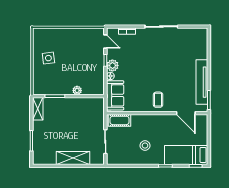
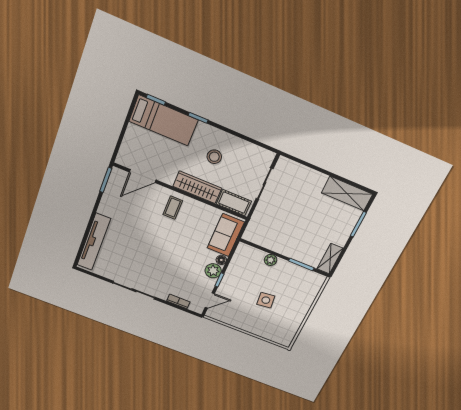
door: (105, 42) -> (210, 300), swing flipped
side table: (48, 58) -> (266, 300), moved
tv unit: (202, 82) -> (94, 242), moved
door: (186, 113) -> (143, 176), swing flipped
wardrobe: (148, 121) -> (197, 187), added
shelving: (73, 158) -> (347, 194), moved

